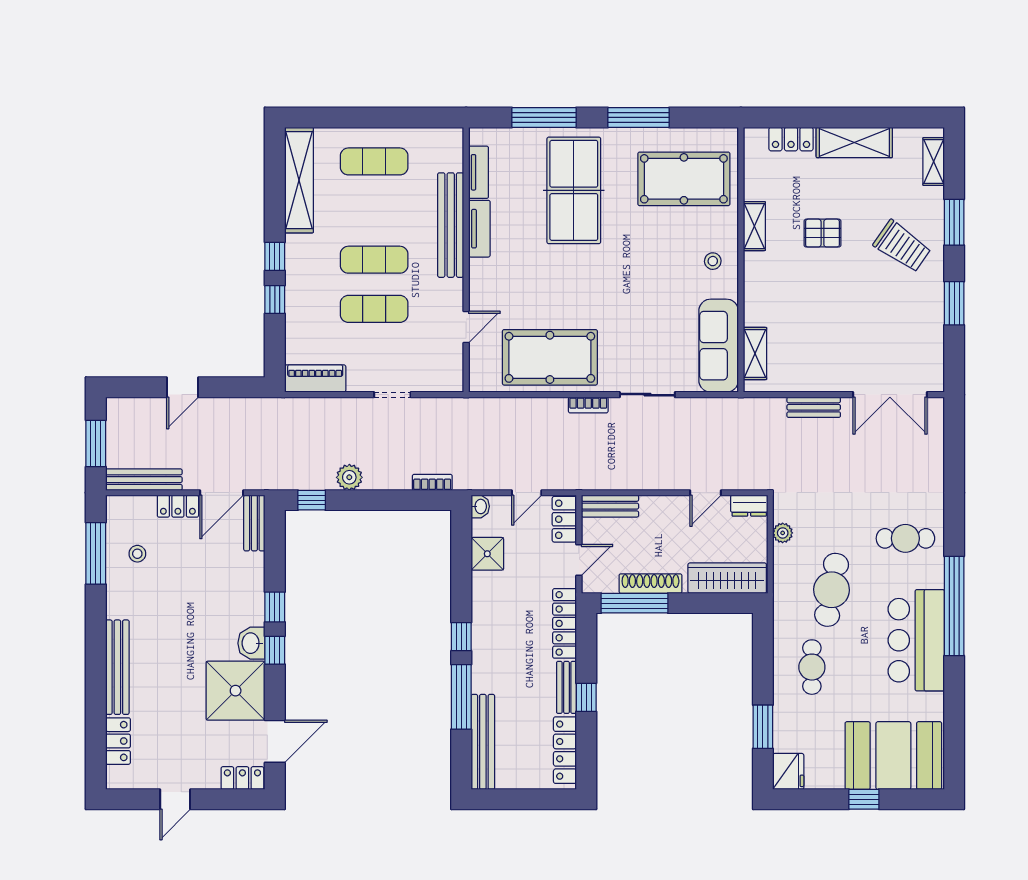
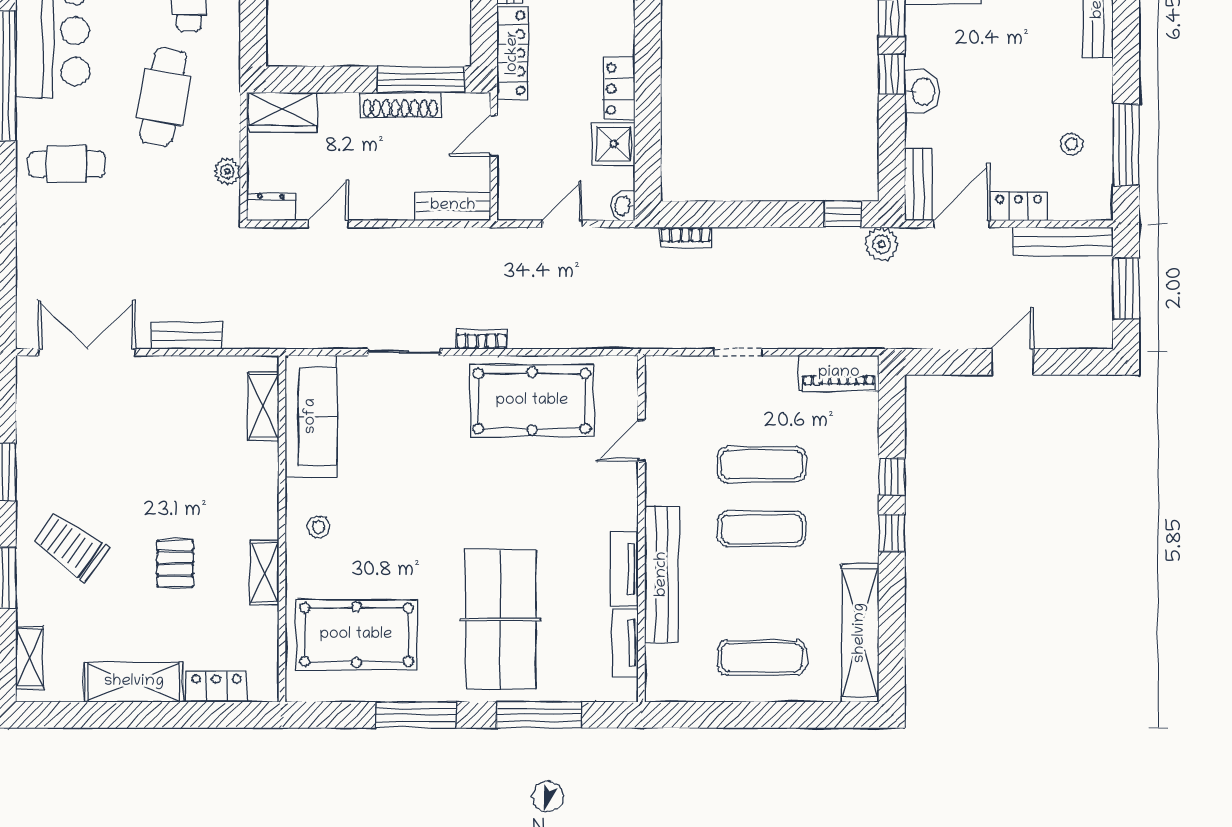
pallet: (822, 233) -> (175, 564), turned 90
plant: (349, 477) -> (881, 244), moved
locker: (564, 519) -> (619, 89), moved, turned 180
wardrobe: (727, 578) -> (283, 112), width x0.67
window: (461, 637) -> (648, 36), removed
washbasin: (251, 643) -> (922, 92), moved

